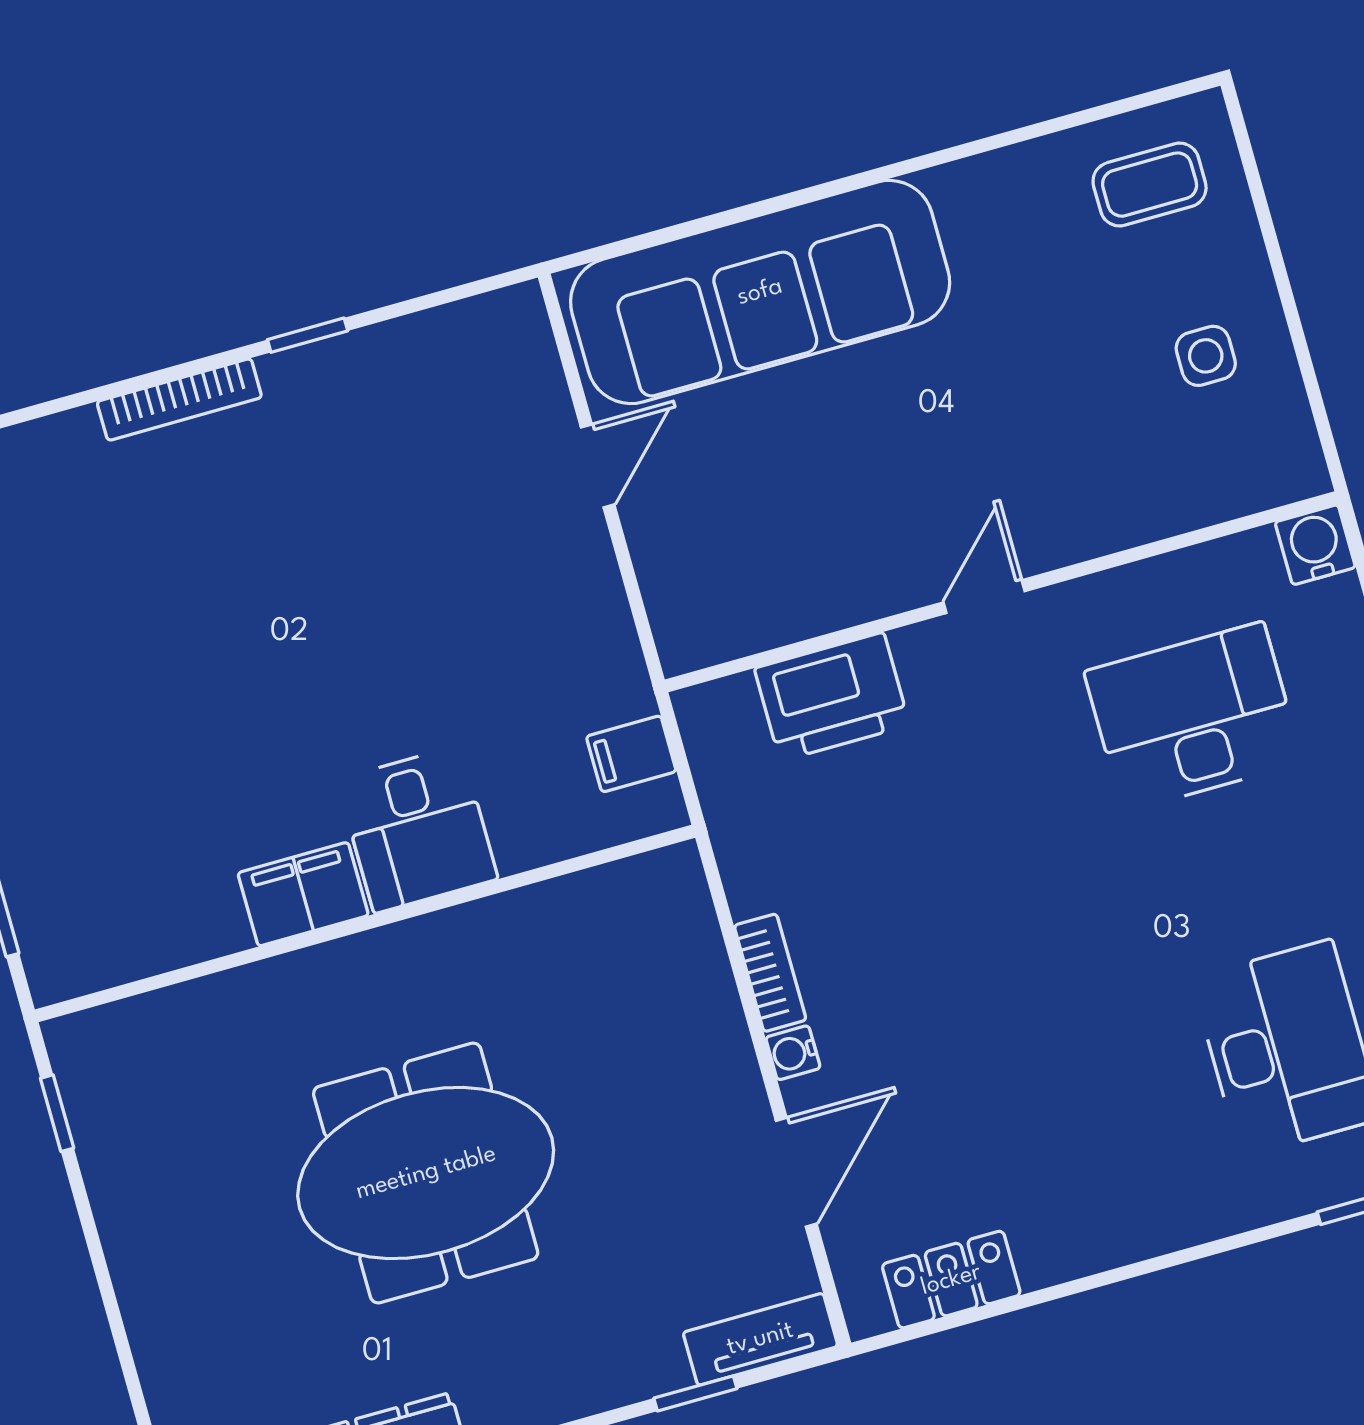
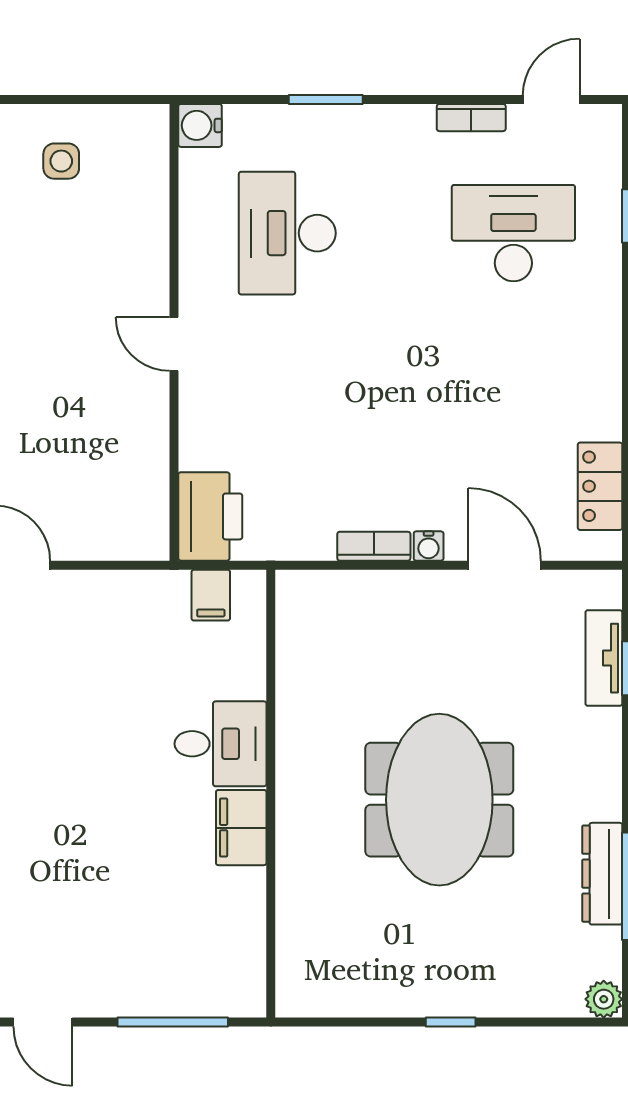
printer: (832, 697) -> (210, 516), moved
window: (57, 1113) -> (451, 1022), moved
tv unit: (760, 1339) -> (604, 658), moved

